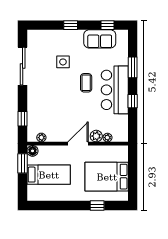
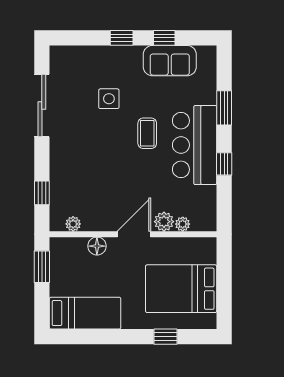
window: (107, 25) -> (164, 38), moved
floor lamp: (33, 151) -> (97, 246), moved
bed: (49, 175) -> (85, 313), moved

